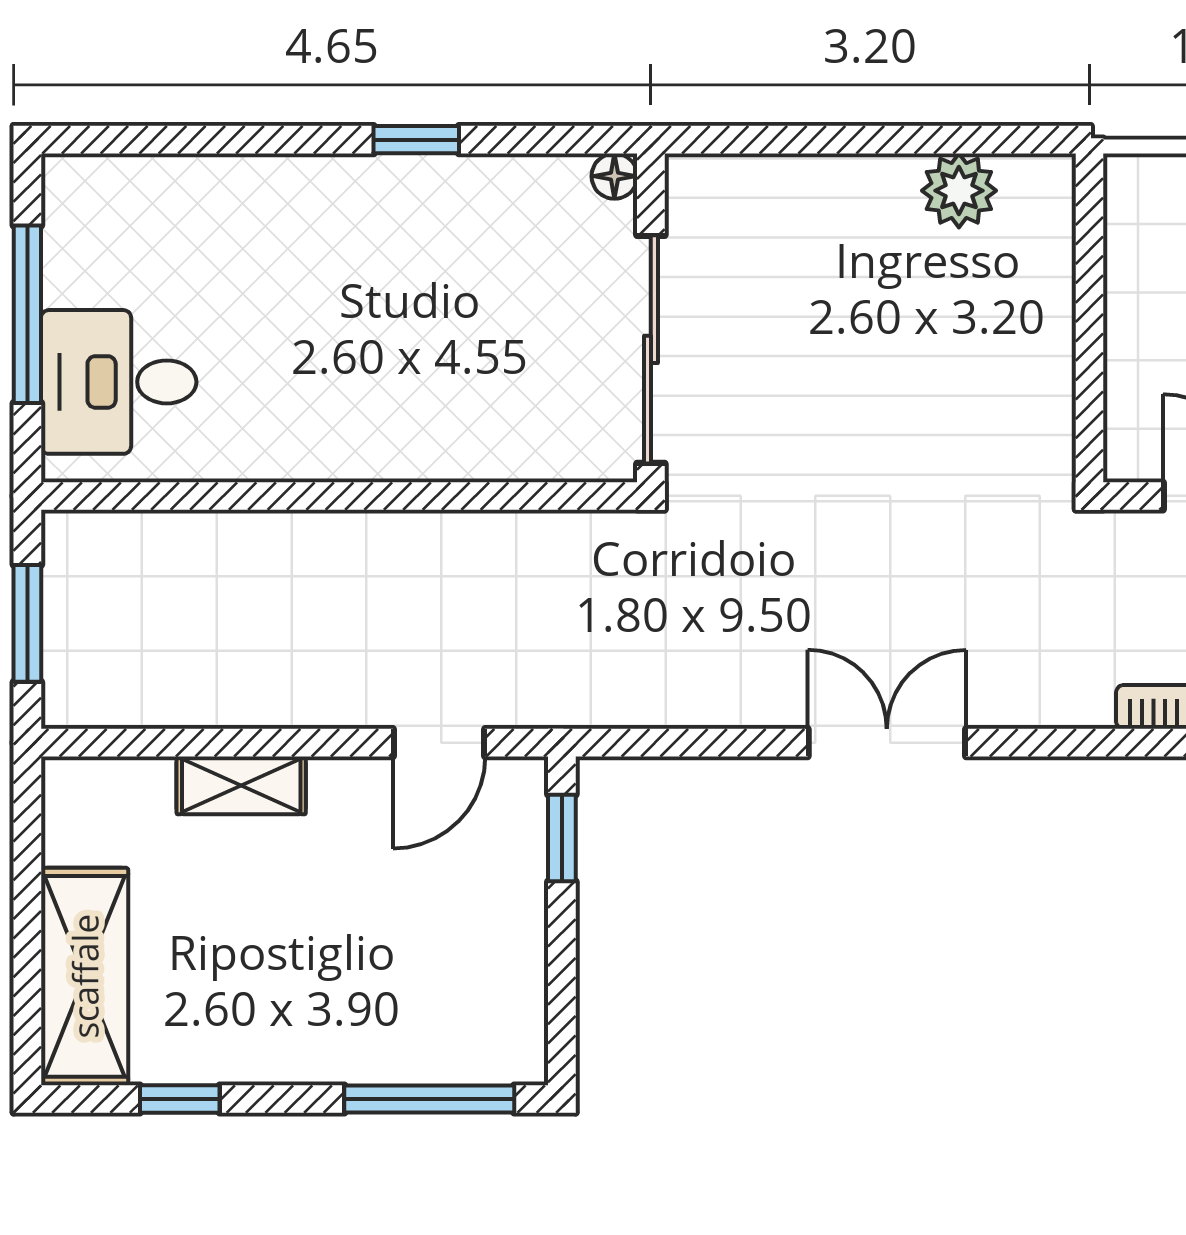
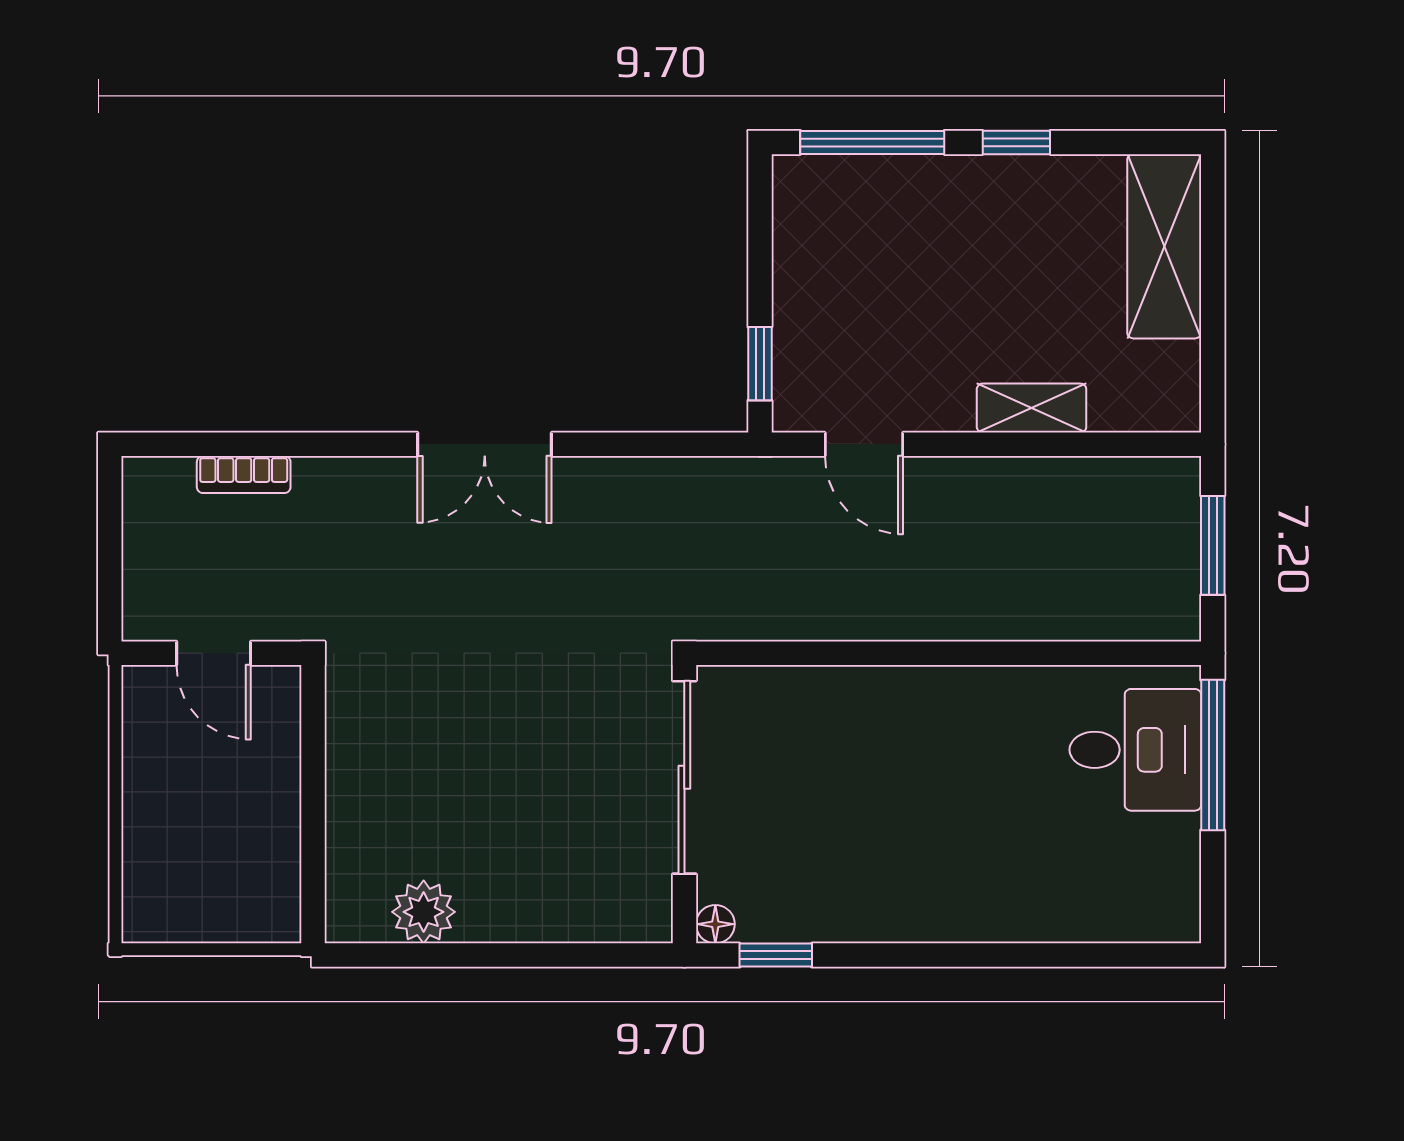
window: (416, 140) -> (776, 955), moved
window: (27, 314) -> (1213, 755), moved
door: (439, 743) -> (864, 444), swing flipped
window: (180, 1099) -> (1016, 142), moved

